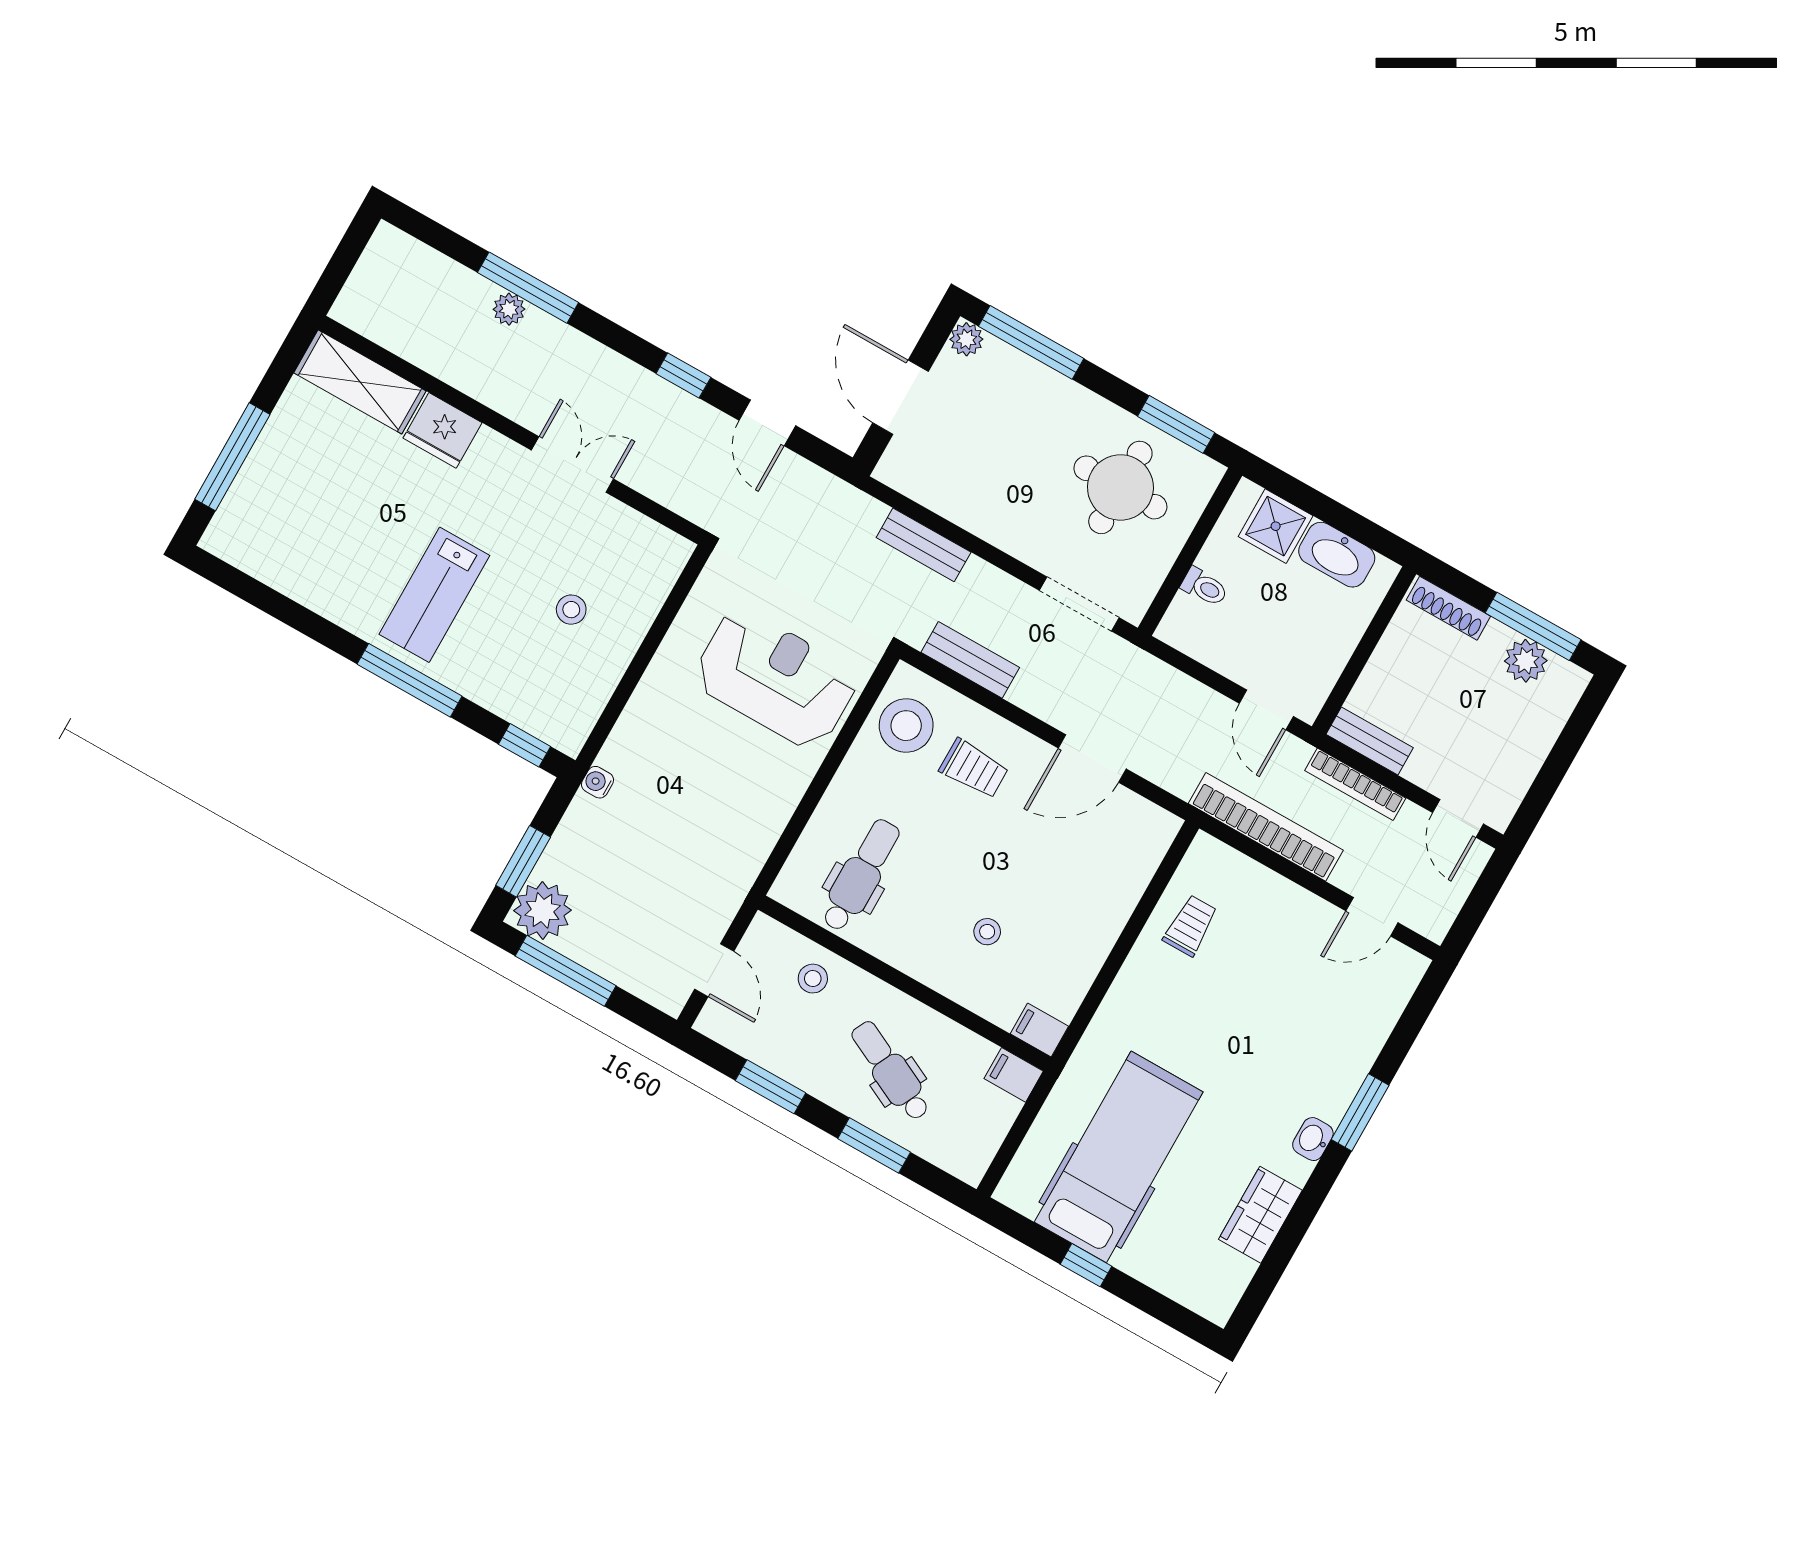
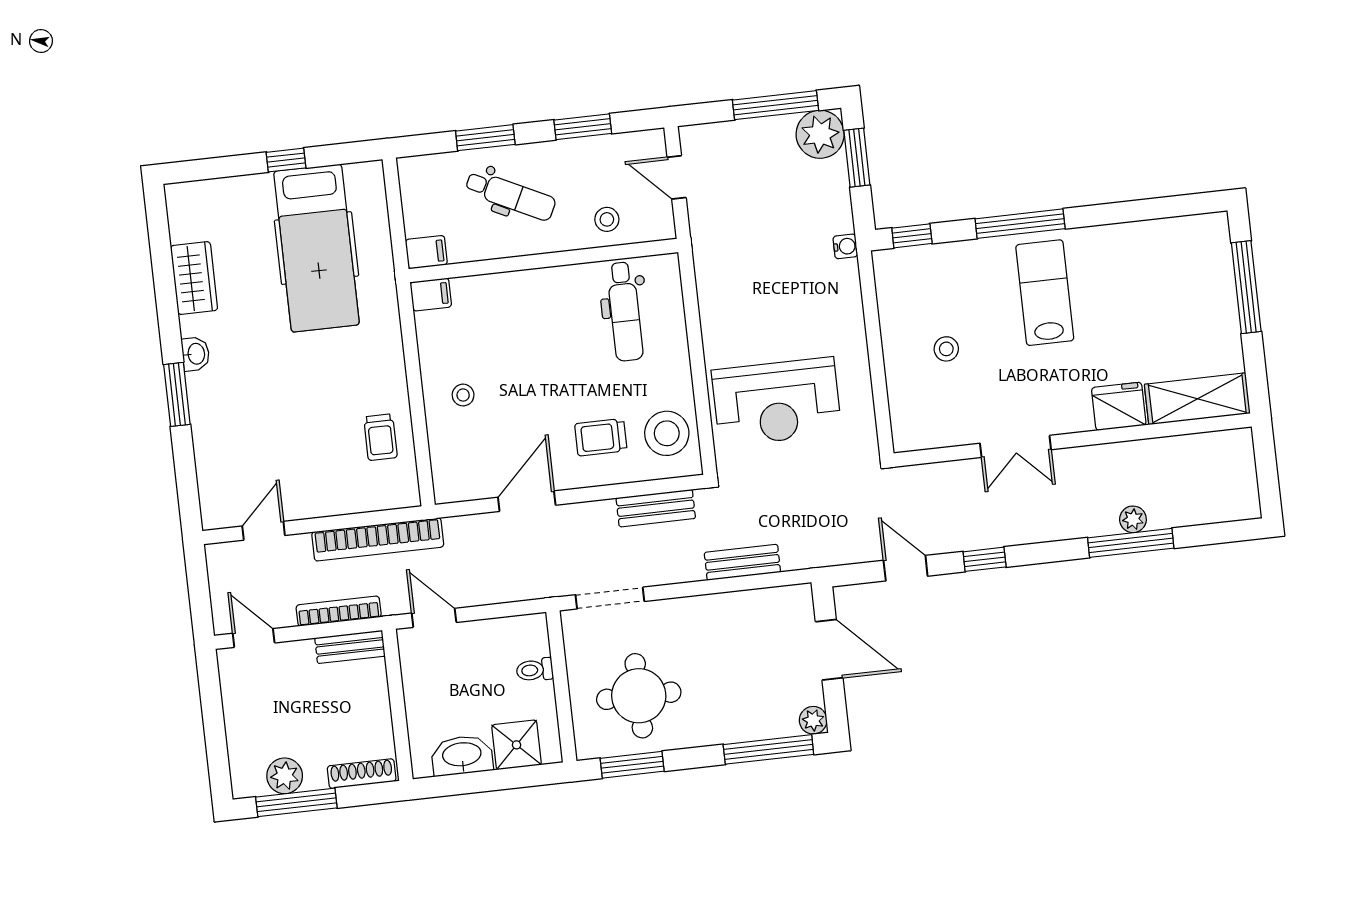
stool: (987, 932) -> (463, 395), moved

